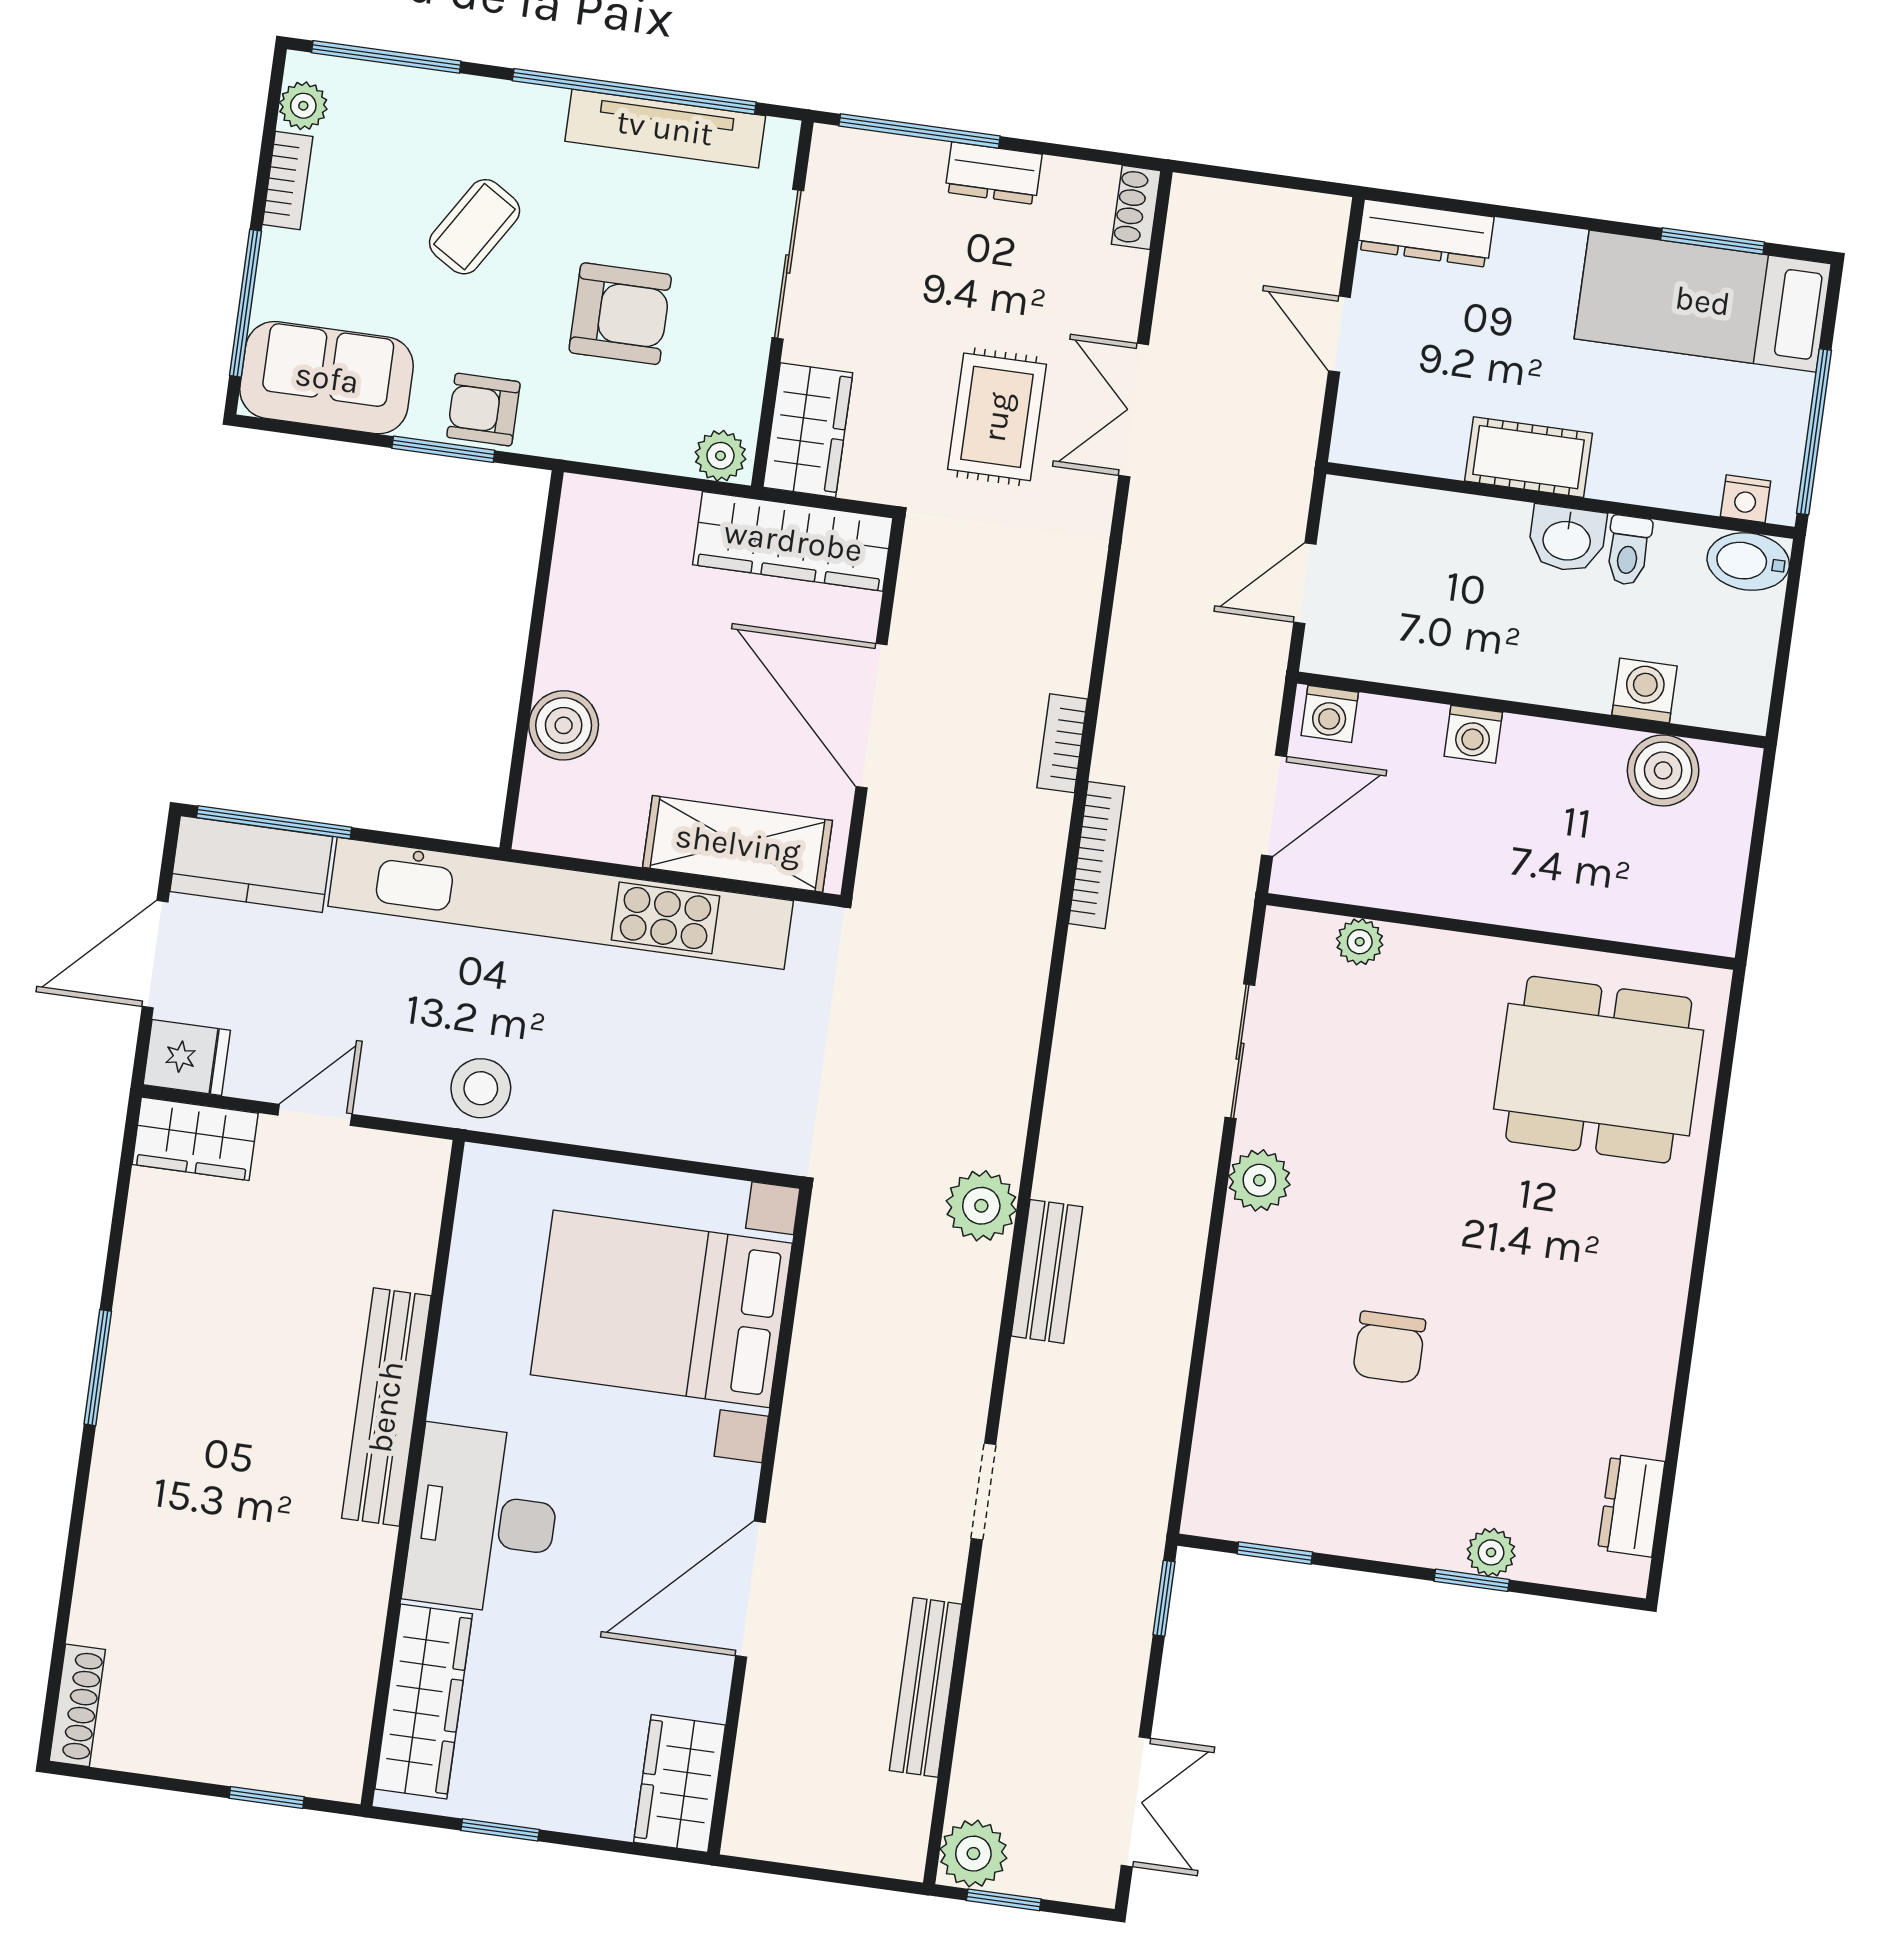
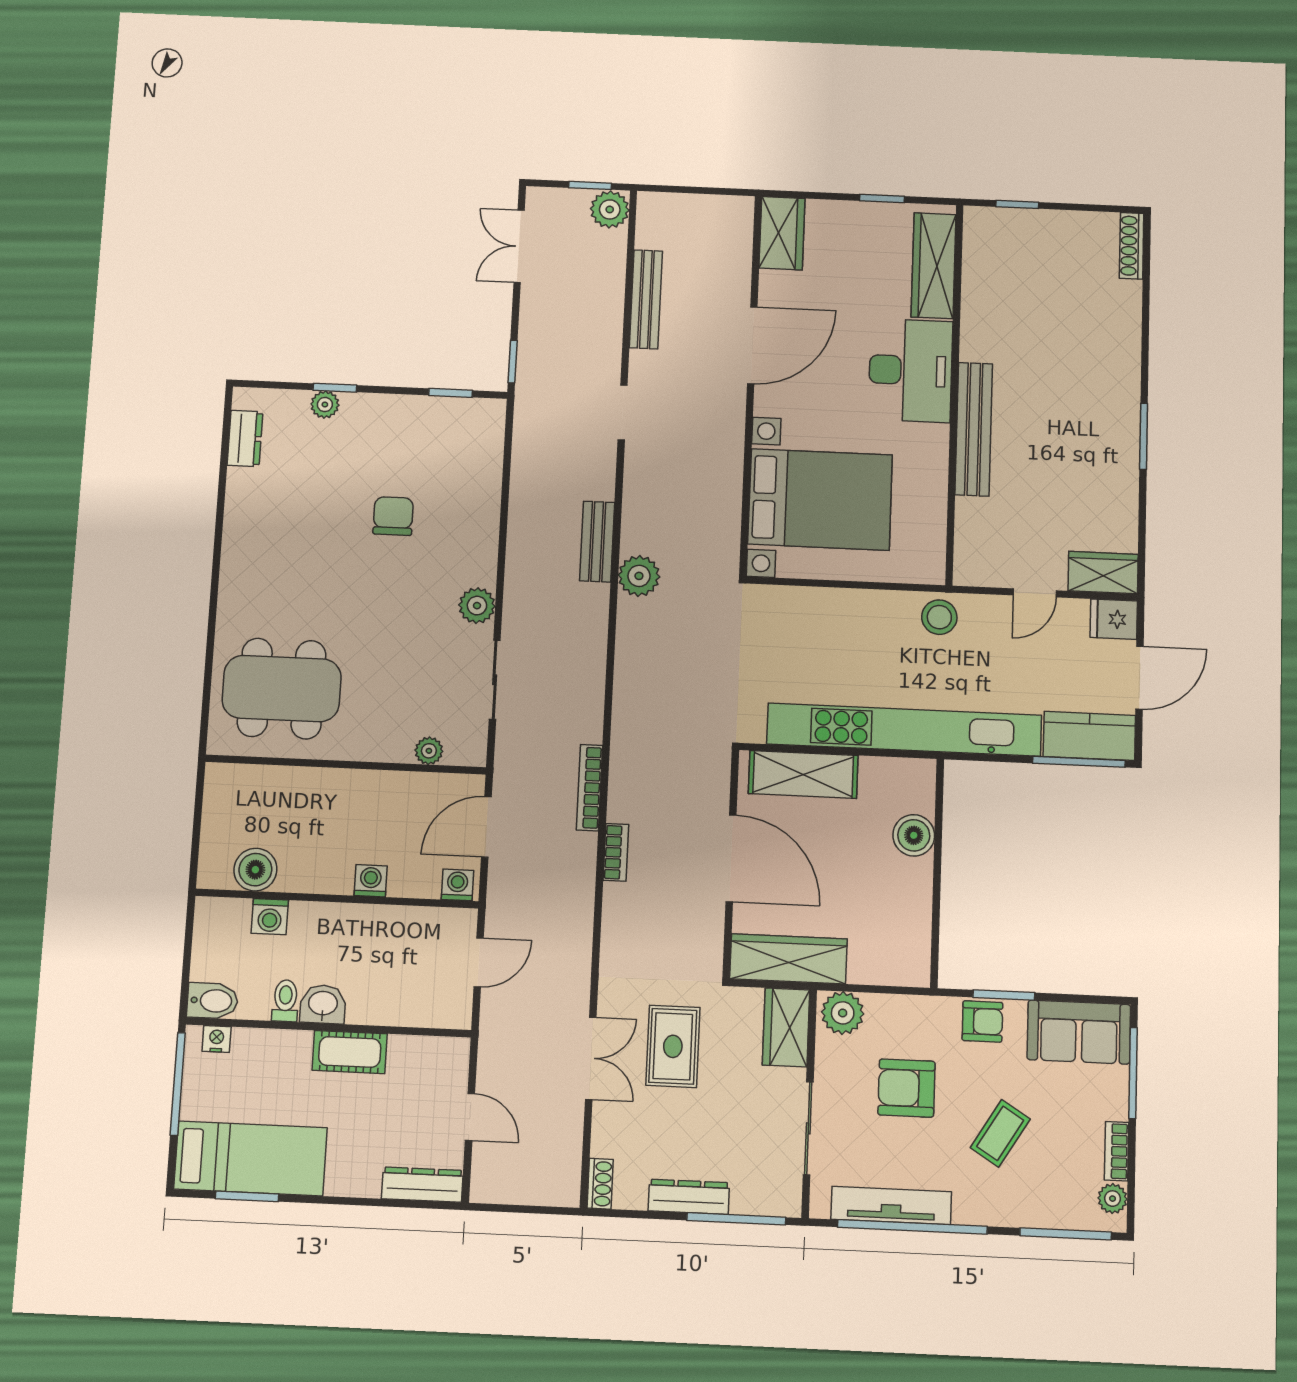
dresser: (993, 173) -> (689, 1197), width x1.44
plant: (720, 456) -> (843, 1013), width x1.38, depth x1.38

